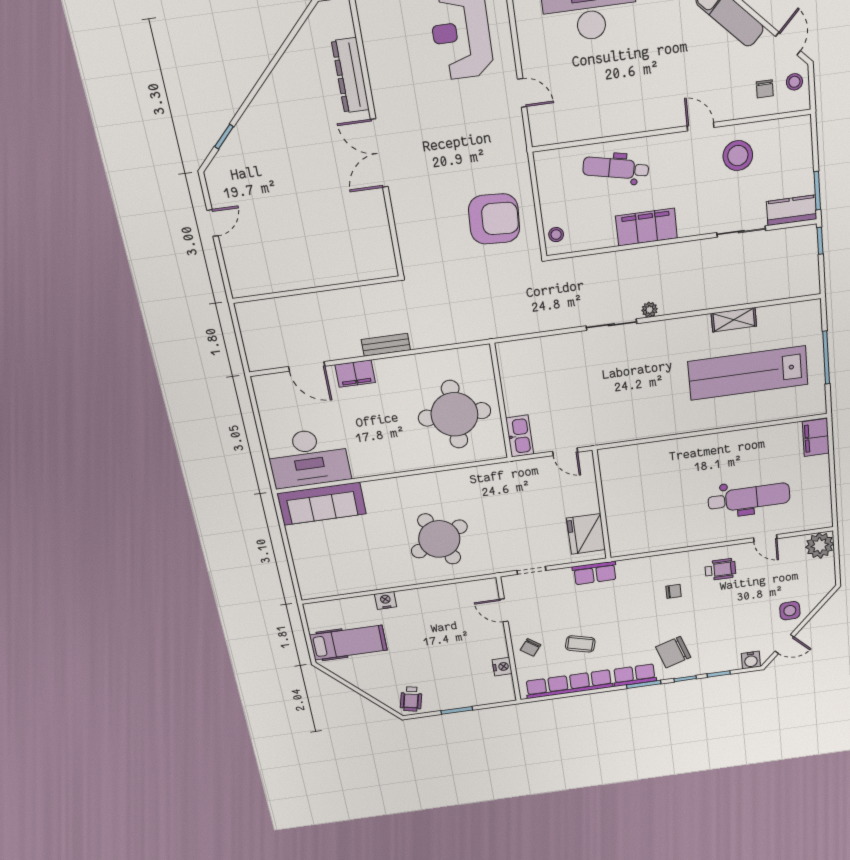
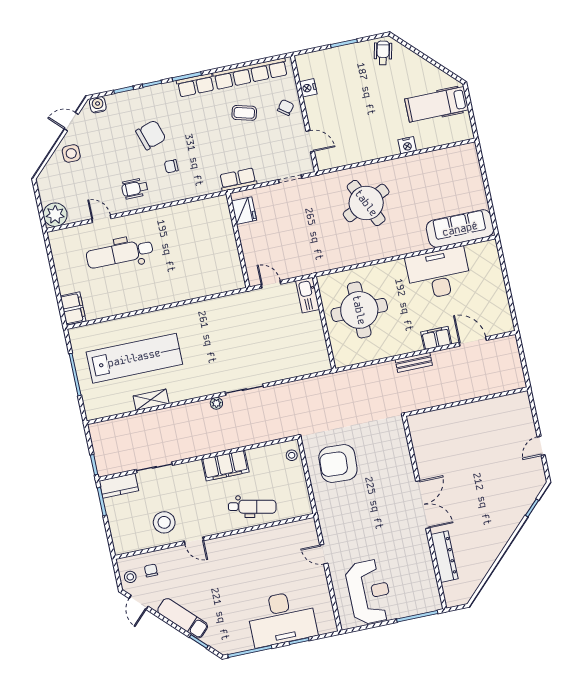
desk: (308, 458) -> (438, 274), moved
fridge: (586, 534) -> (244, 211), width x0.73, depth x0.75
chair: (673, 652) -> (151, 135), moved

